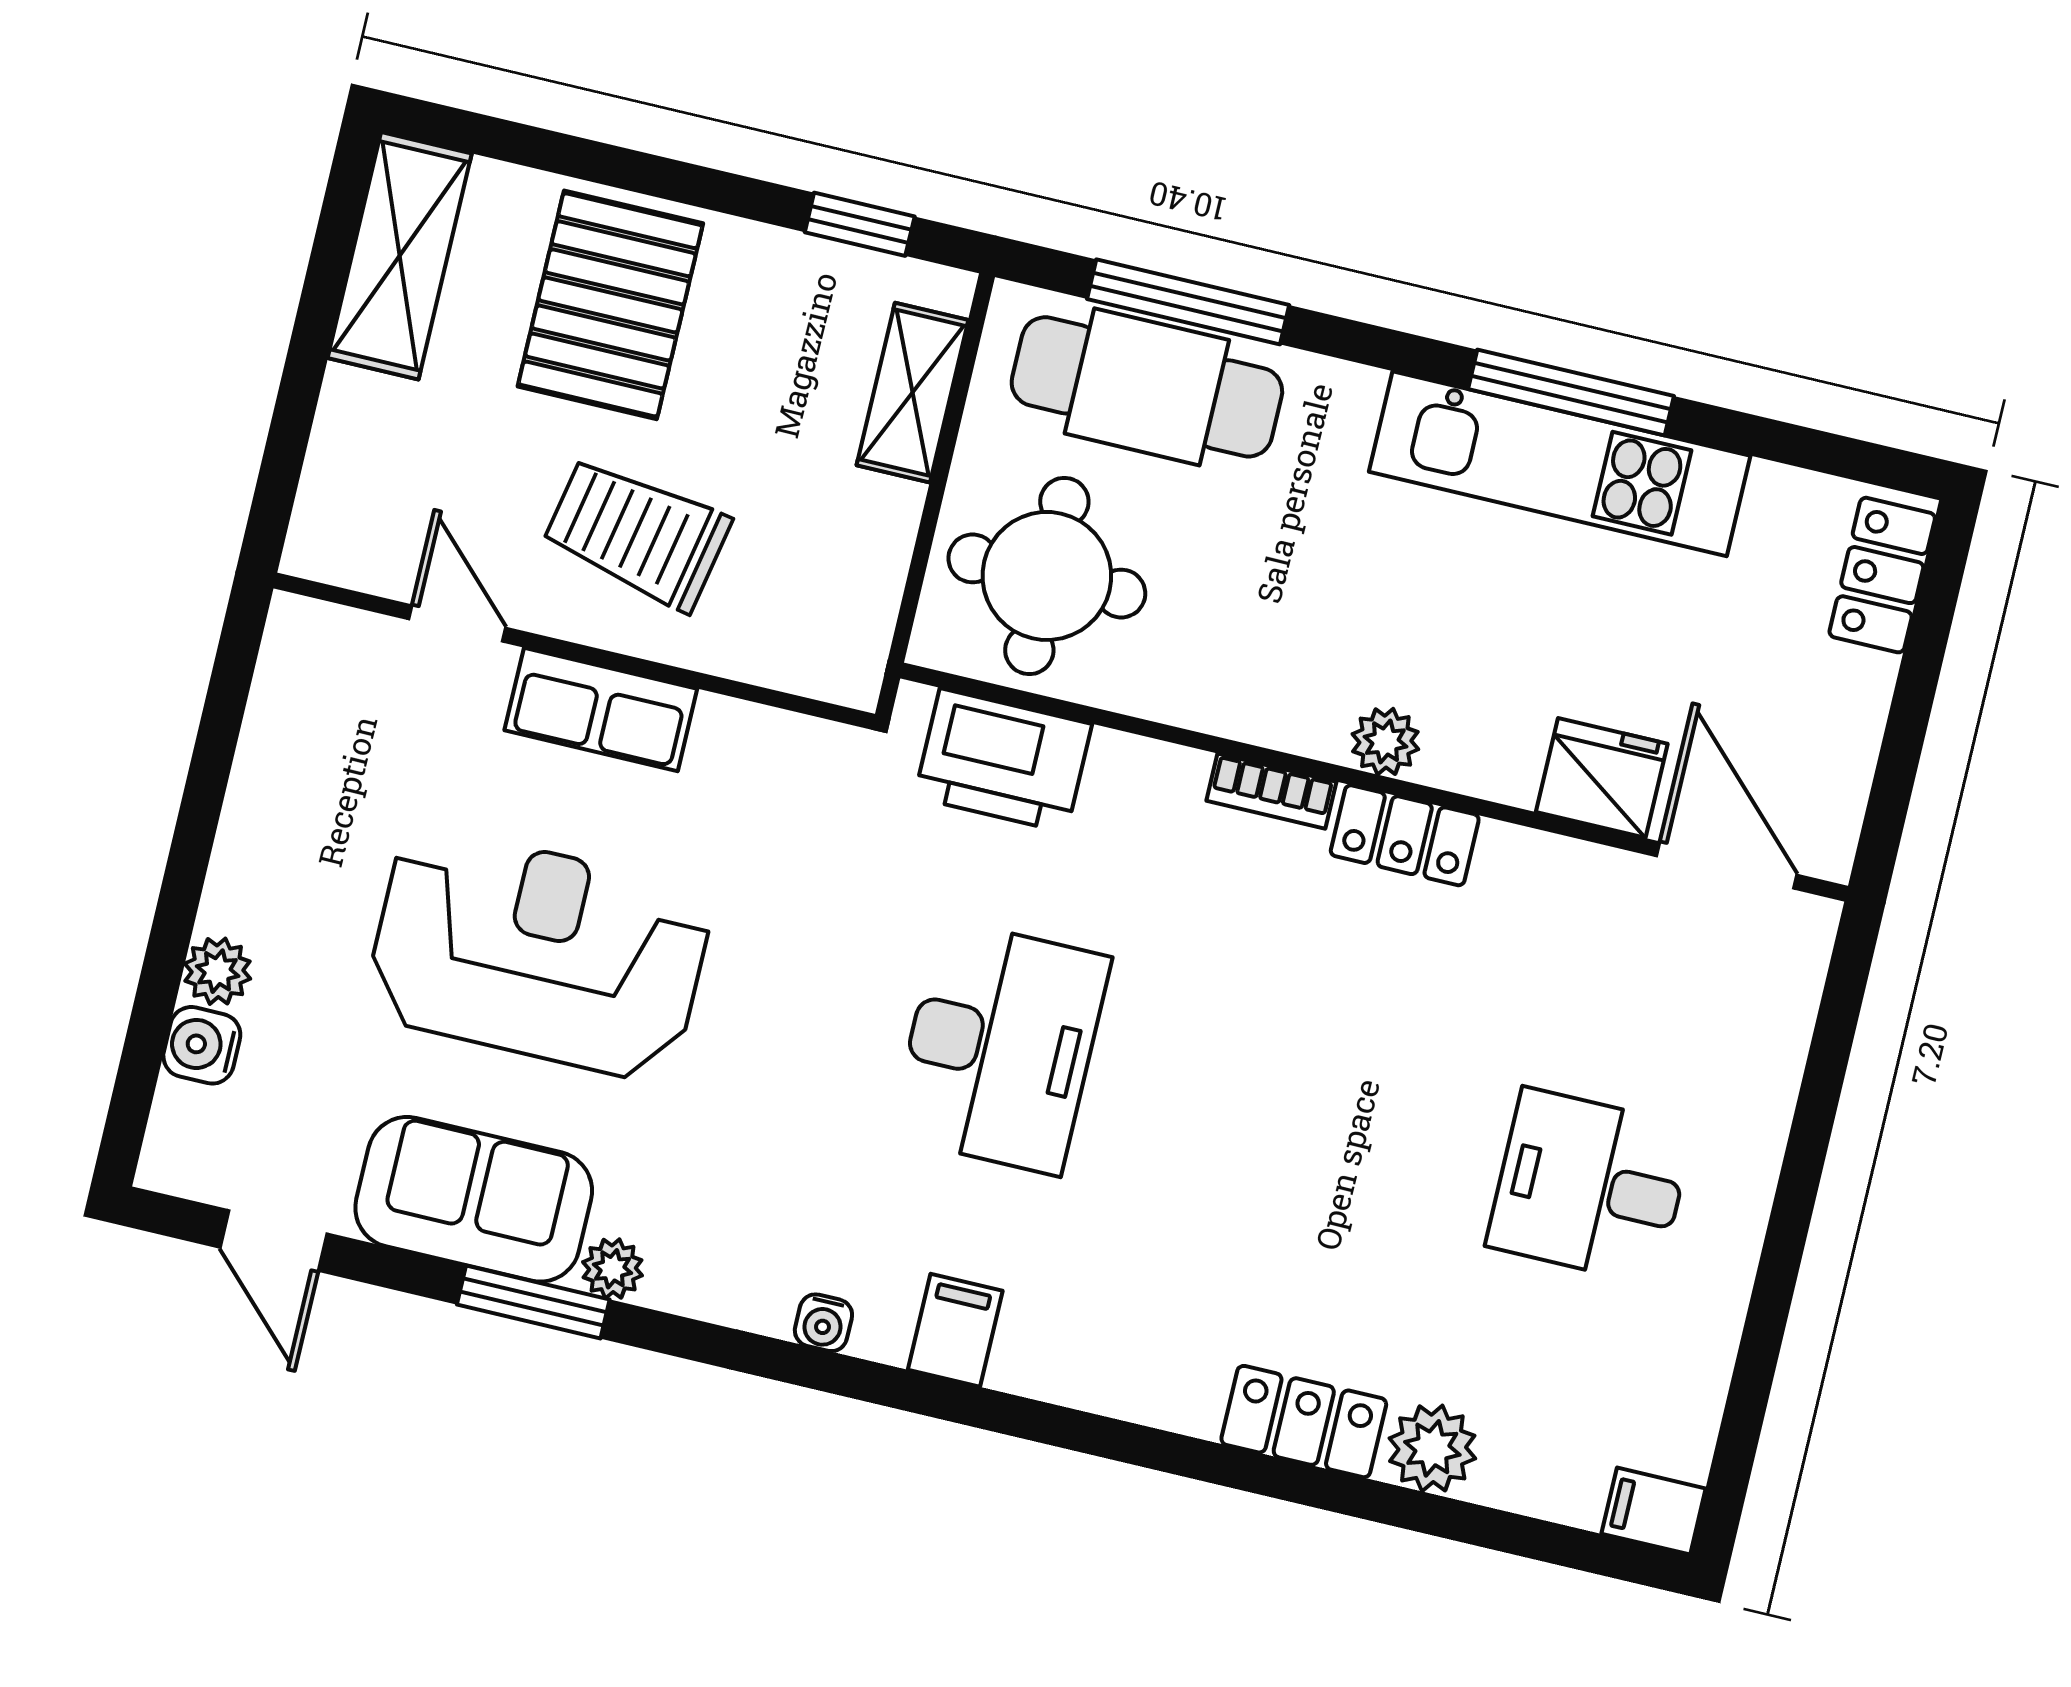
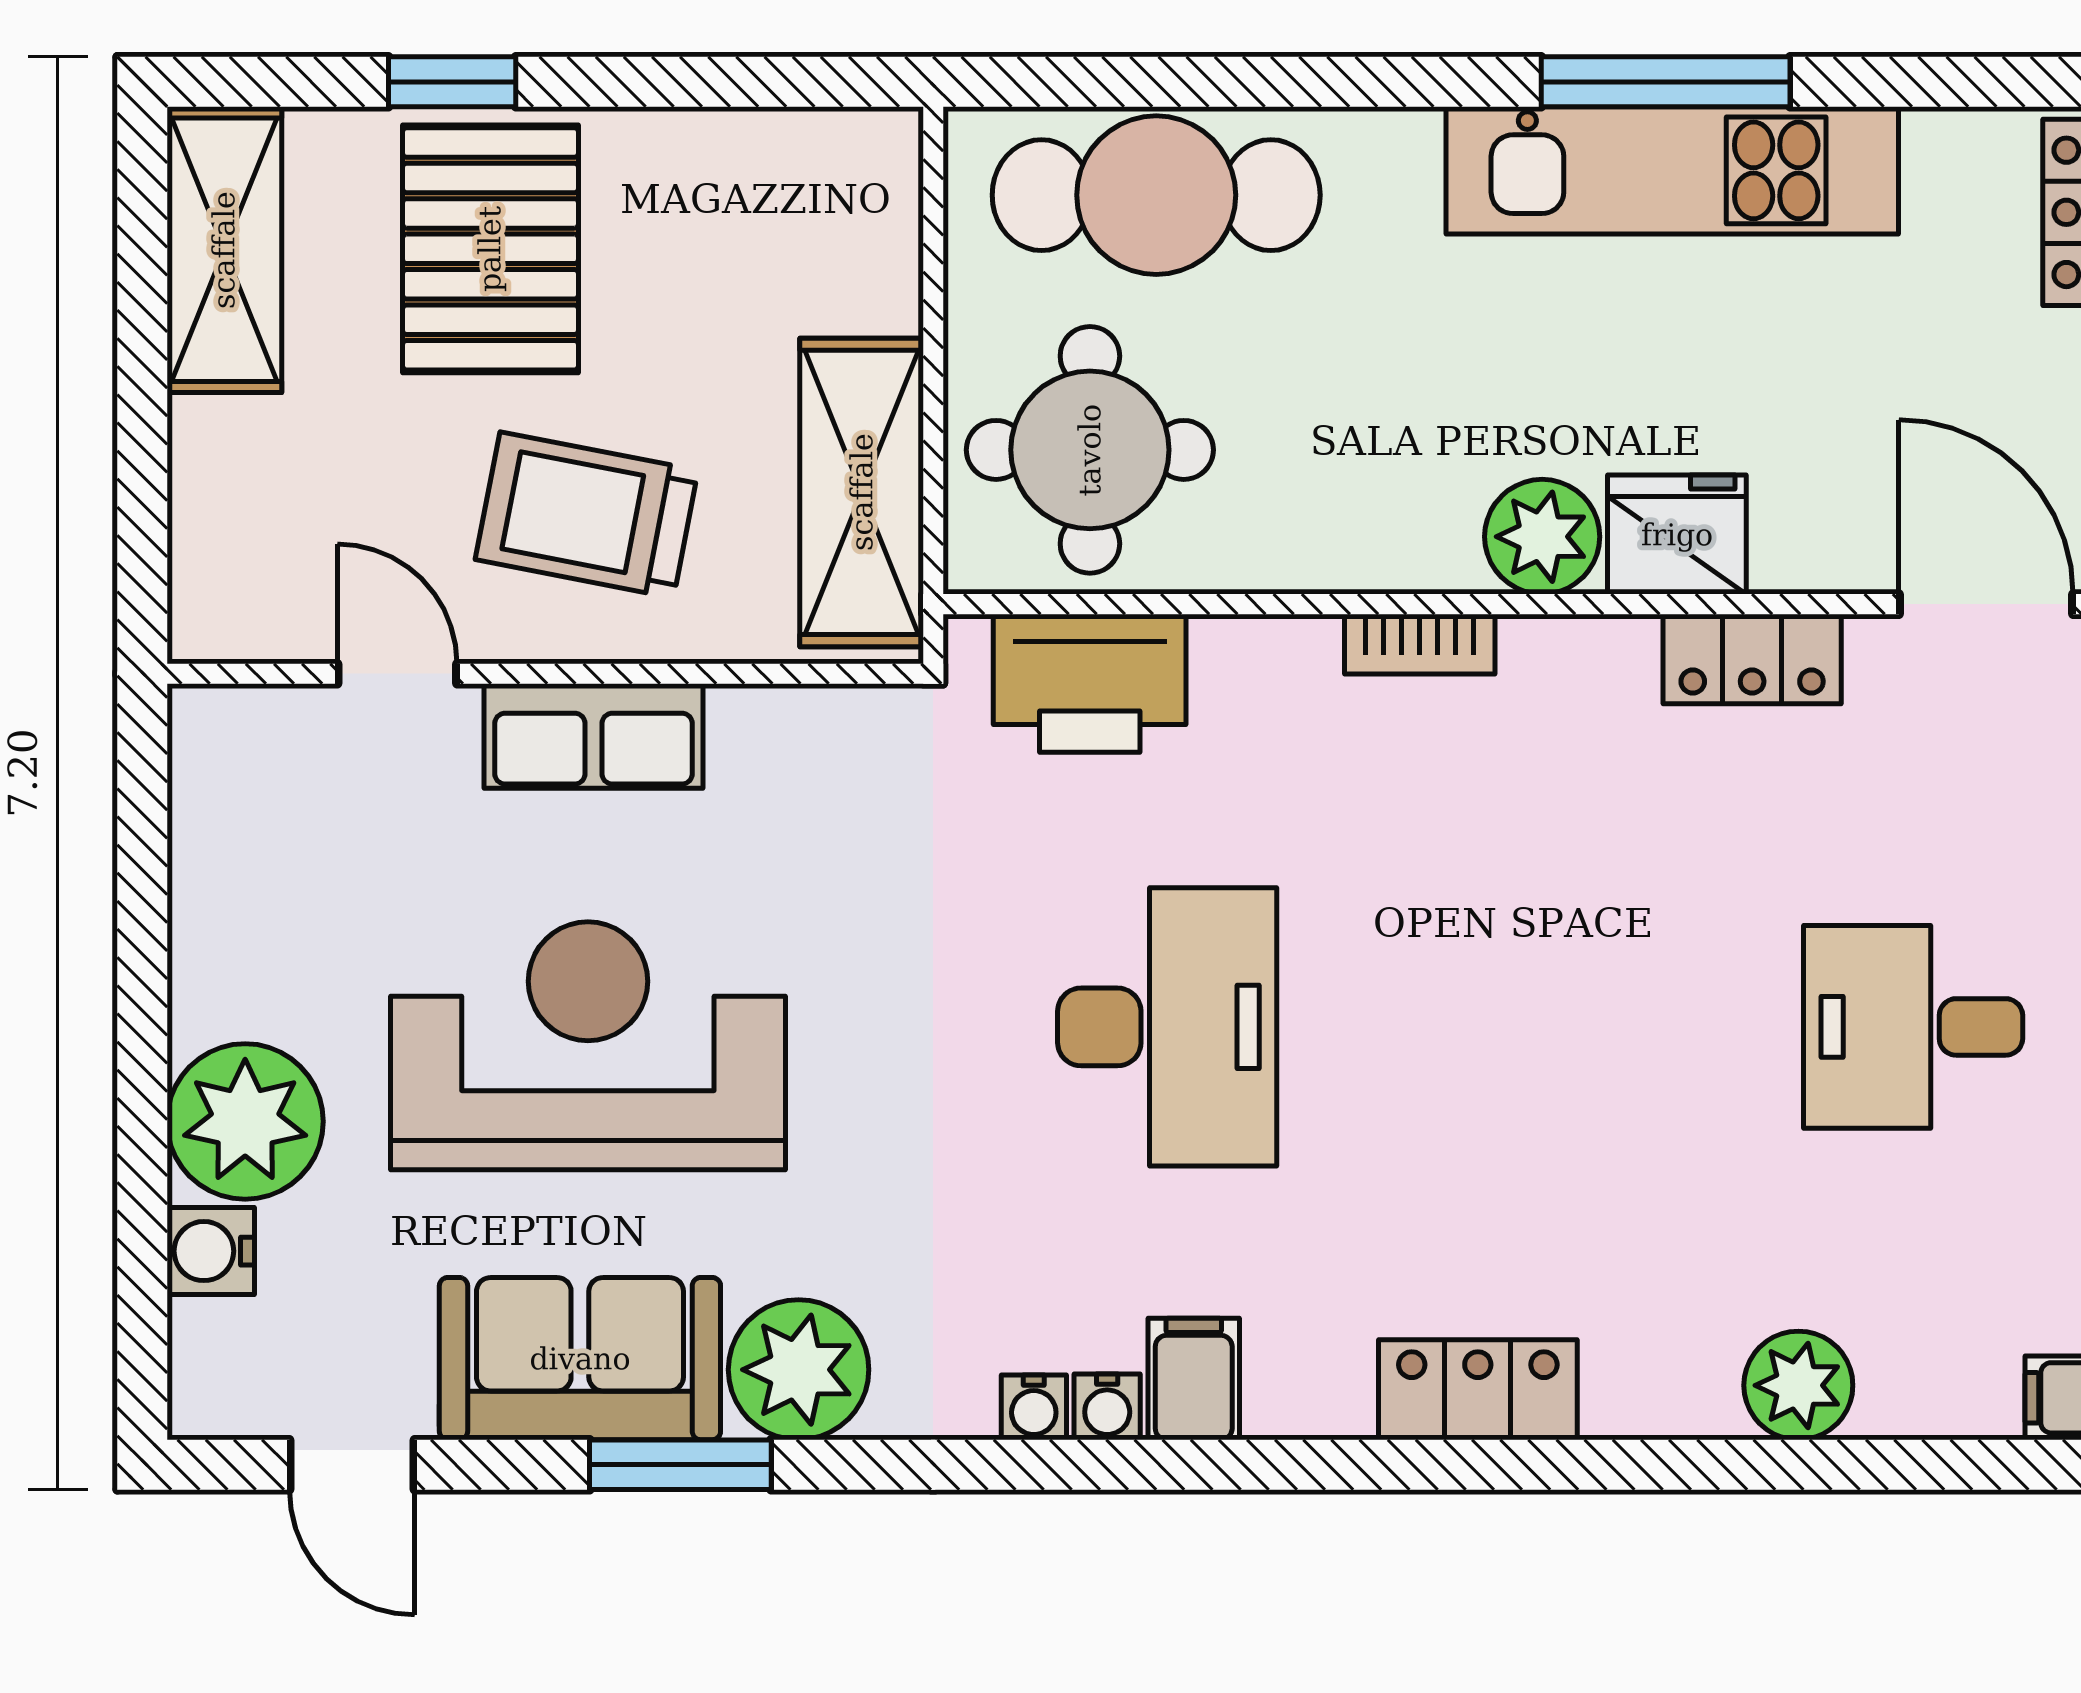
window: (860, 224) -> (452, 82), moved
window: (1188, 302) -> (1181, 82), removed
shelving: (912, 393) -> (862, 492), moved, width x1.50, depth x1.33
plant: (1385, 742) -> (1542, 537), width x1.38, depth x1.38
fridge: (1602, 778) -> (1677, 535), moved
locker: (1405, 835) -> (1752, 659), moved
plant: (218, 971) -> (245, 1121), width x1.87, depth x1.87
plant: (612, 1269) -> (799, 1370), width x1.88, depth x1.88
water cooler: (882, 1336) -> (1107, 1407), added
locker: (1304, 1422) -> (1478, 1390), moved

